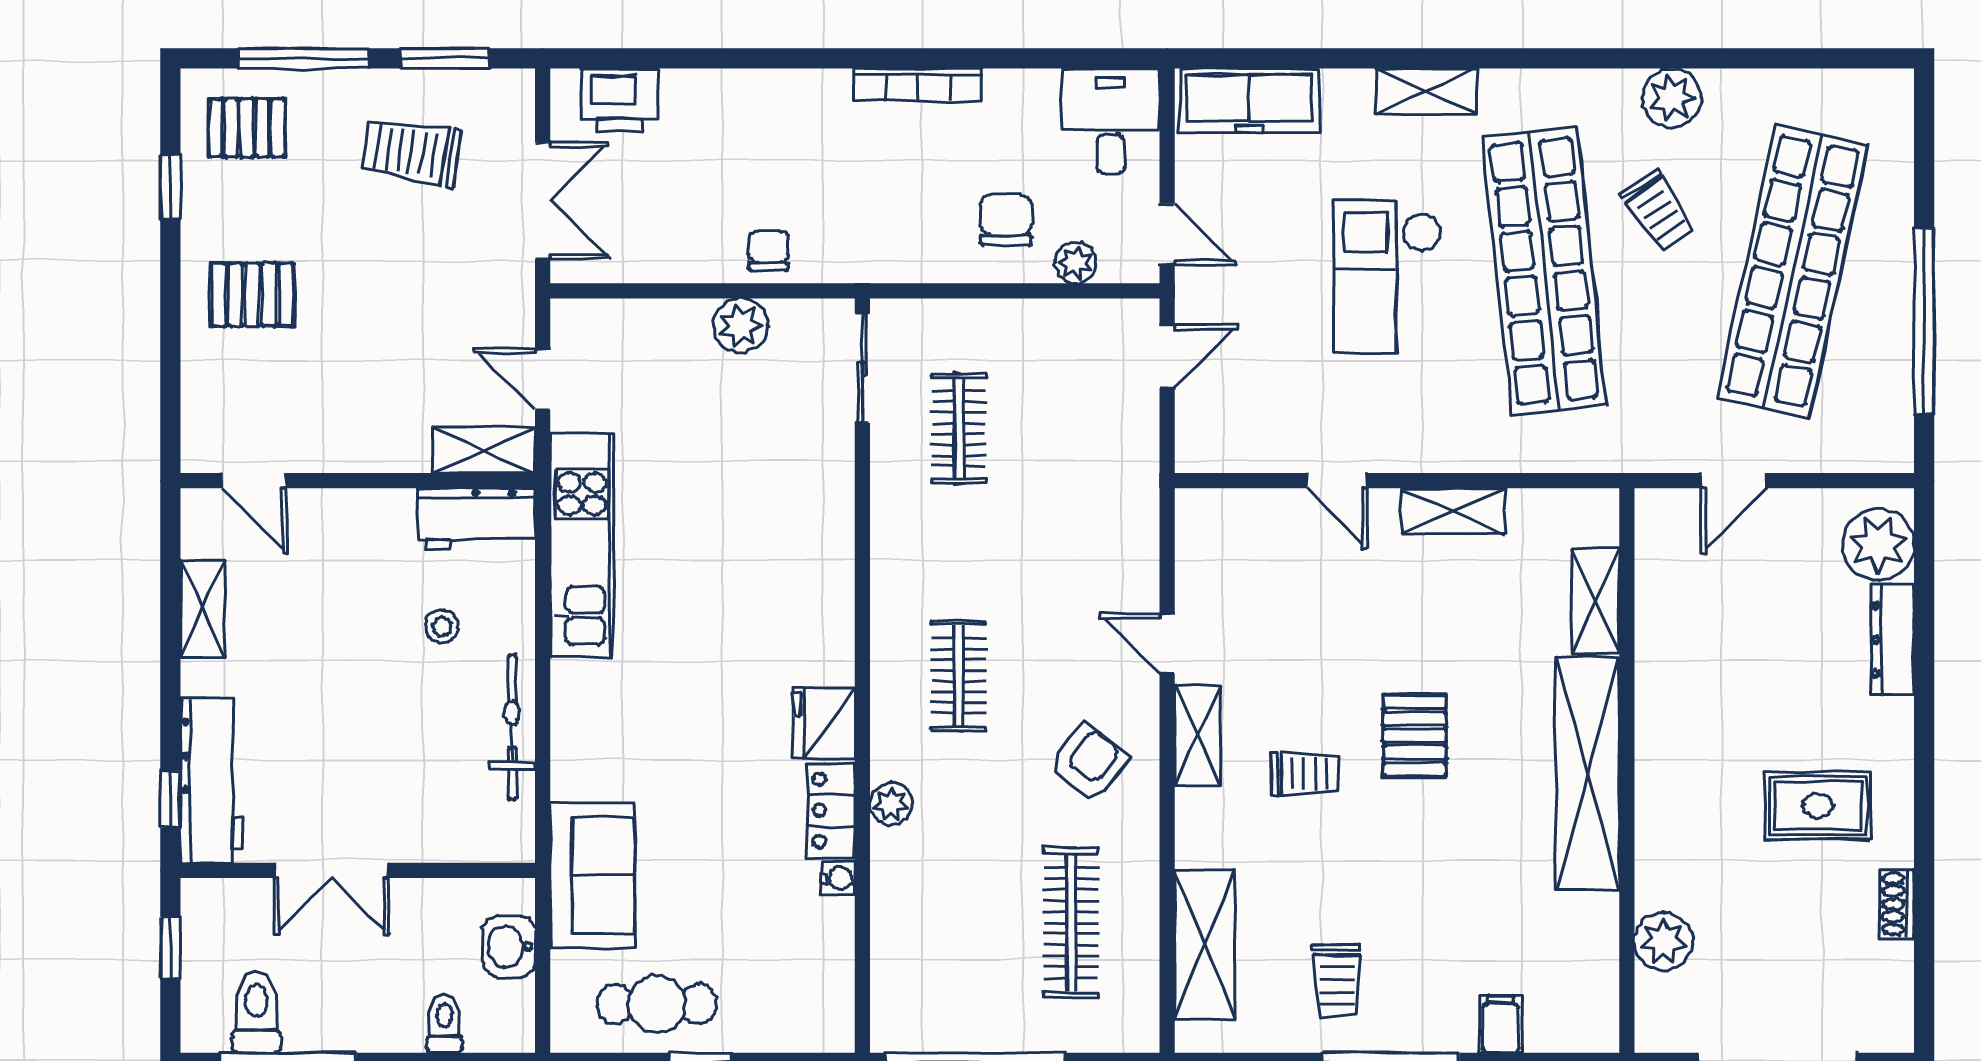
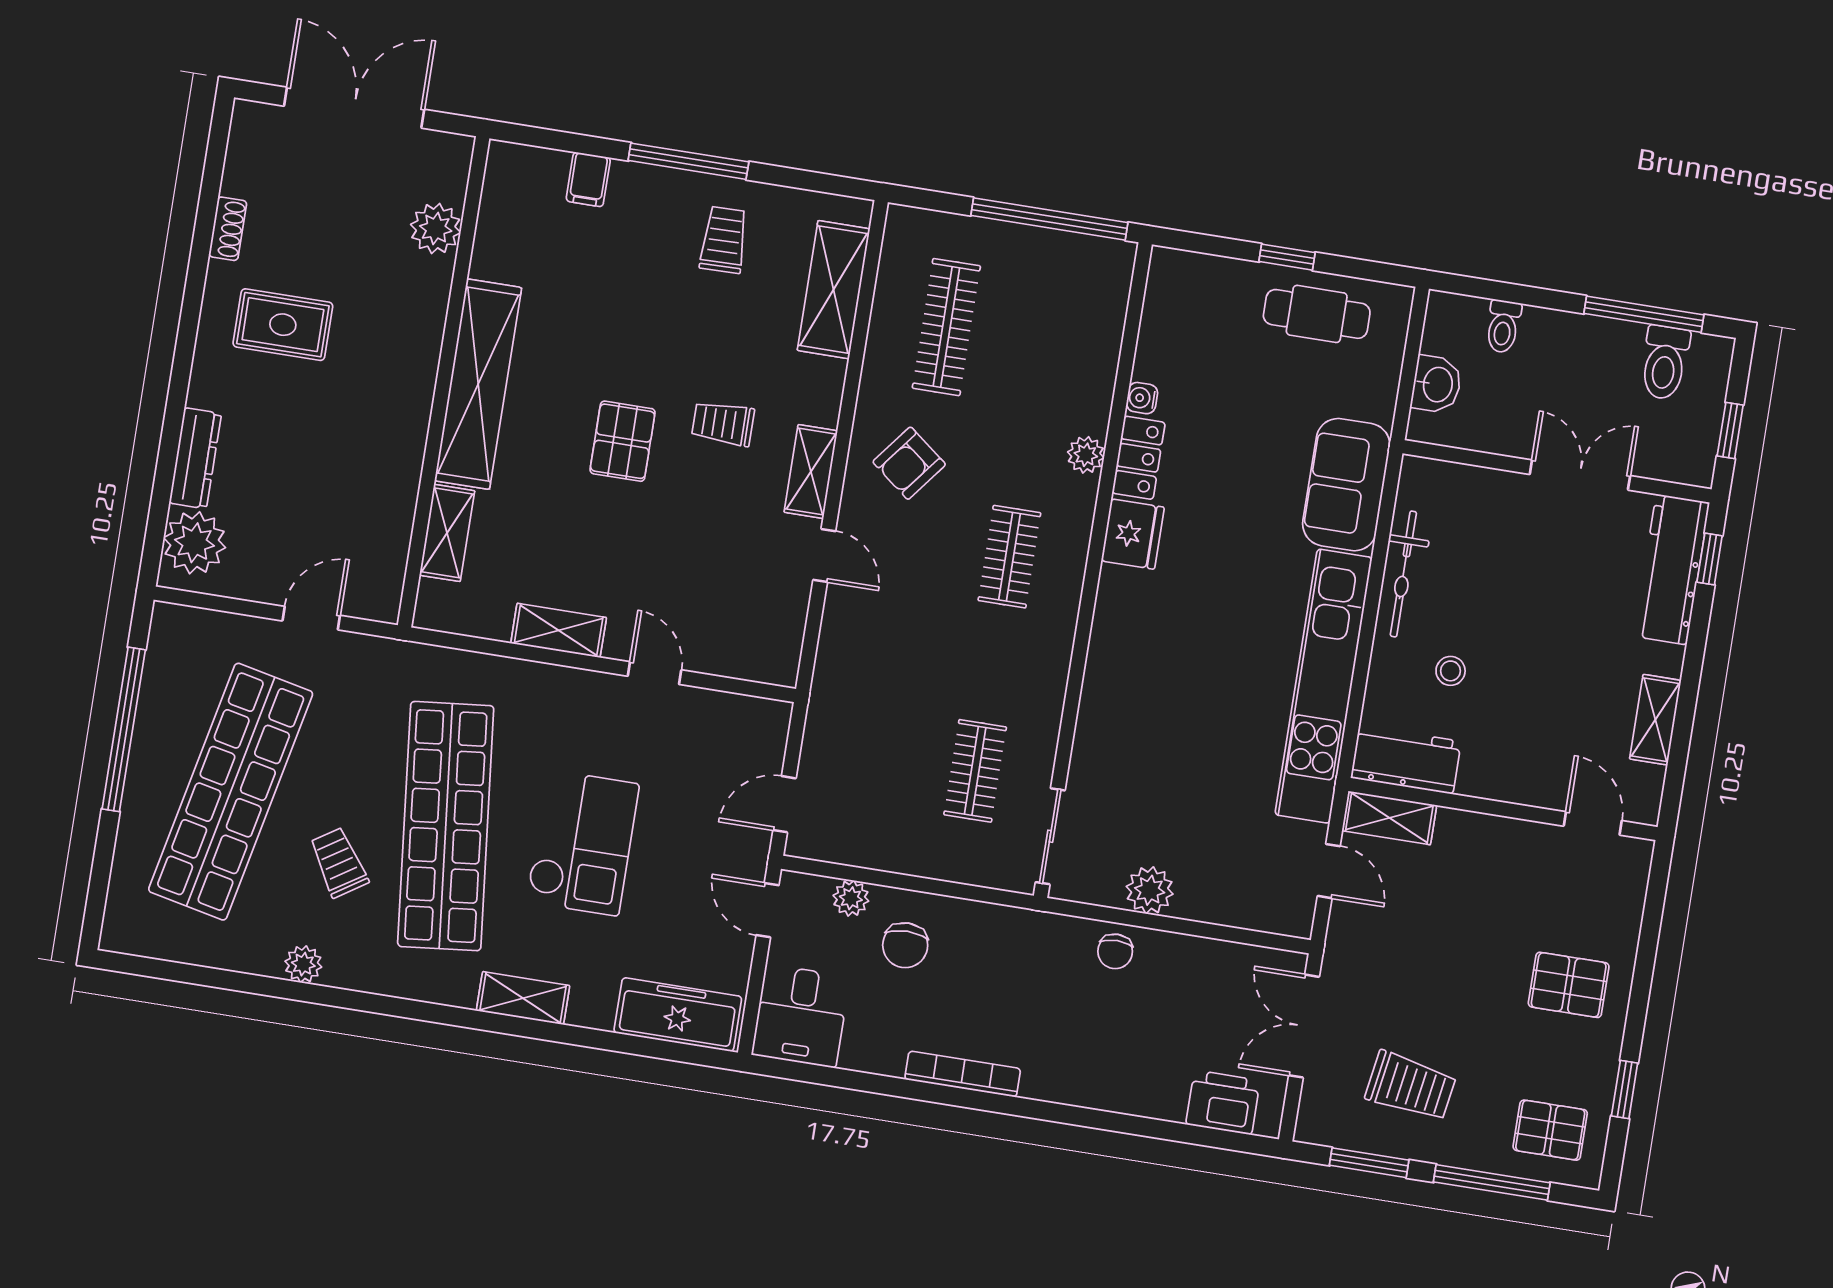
plant: (1672, 98) -> (303, 964), width x0.73, depth x0.73
kitchen unit: (582, 546) -> (1324, 686), width x1.36
sofa: (593, 875) -> (1346, 485), moved

